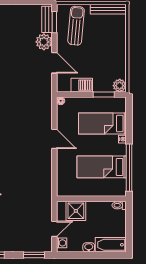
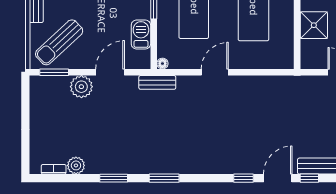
bench: (47, 19) -> (157, 82), moved
sun lounger: (76, 26) -> (59, 42), turned -48
shower: (76, 211) -> (314, 25), moved

